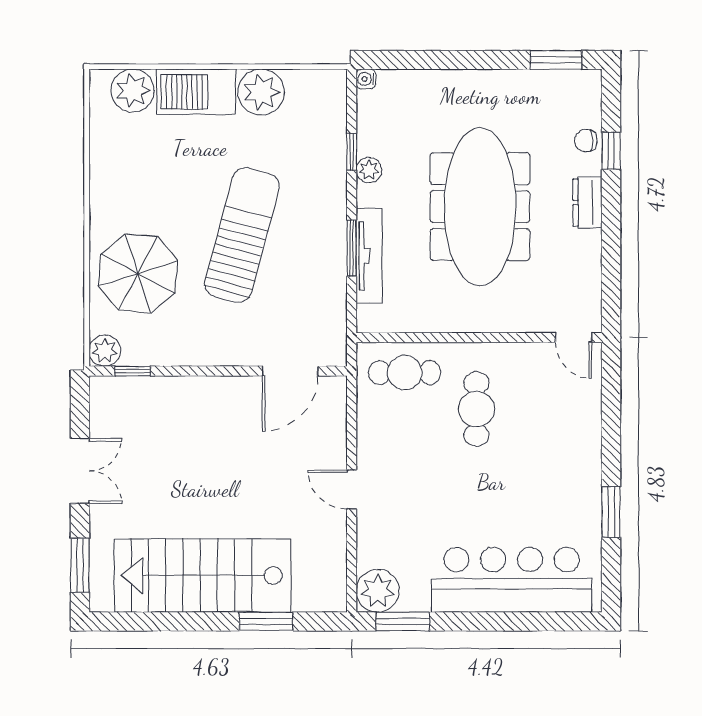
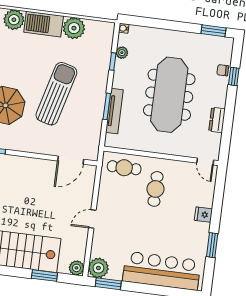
plant: (369, 170) -> (122, 53), moved
dresser: (587, 203) -> (217, 120), moved
fridge: (584, 450) -> (203, 215), added
door: (352, 489) -> (92, 219), hinge flipped
plant: (331, 597) -> (76, 268), added

